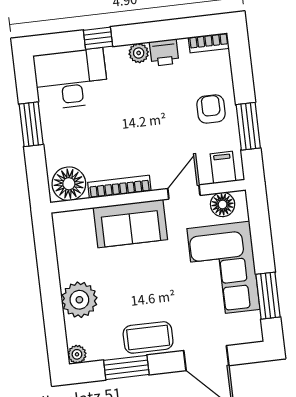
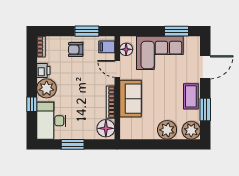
plant: (139, 53) -> (47, 88), width x1.87, depth x1.87
plant: (77, 354) -> (191, 130), width x1.87, depth x1.87

